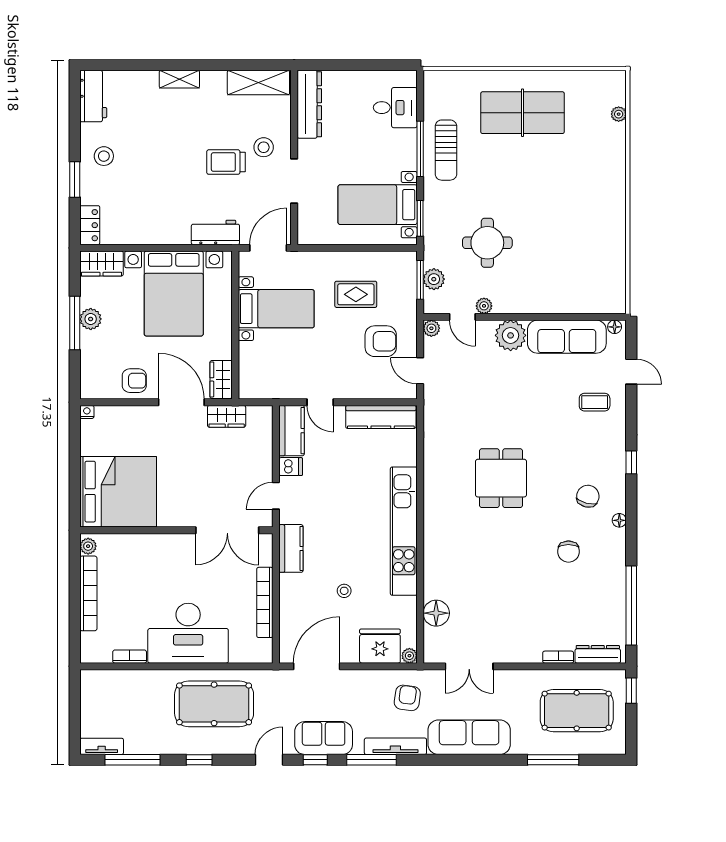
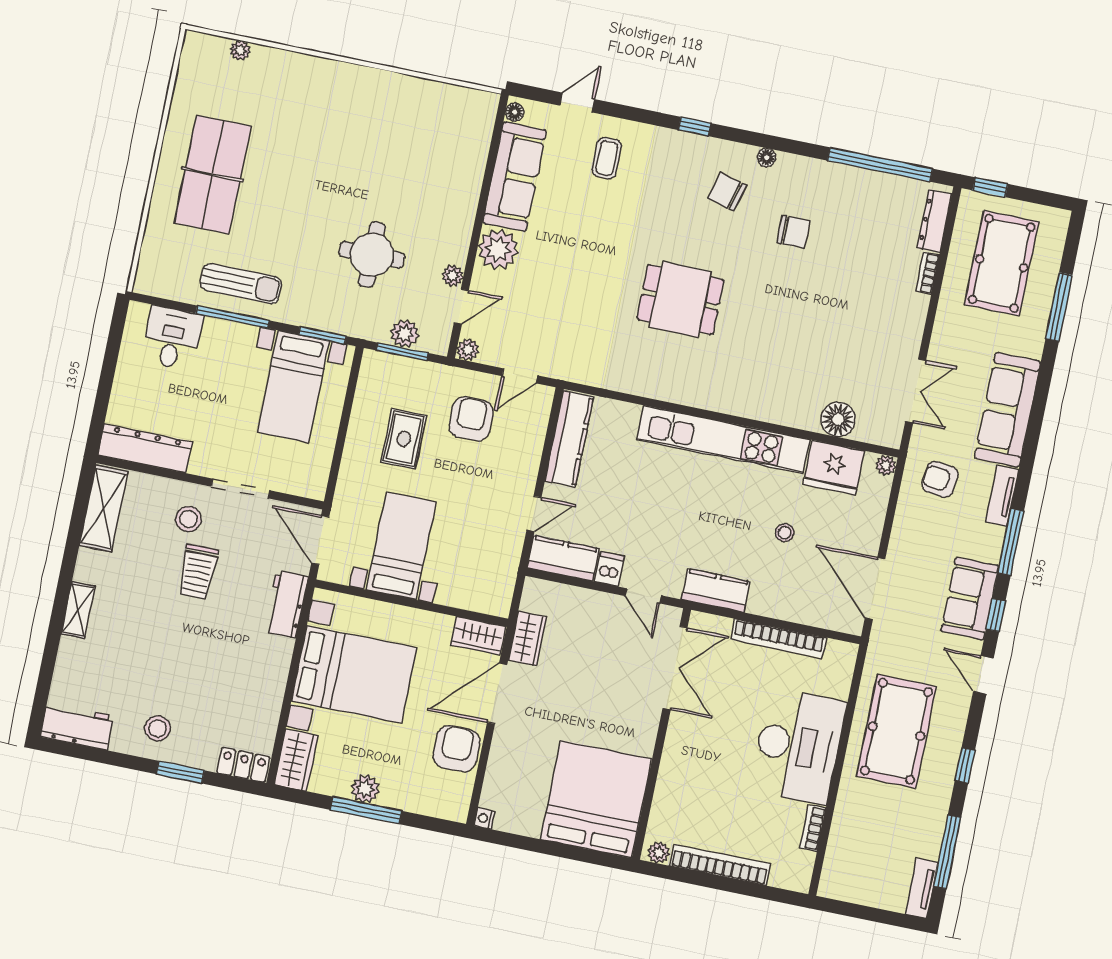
armchair: (134, 381) -> (457, 749), width x1.38, depth x1.38
fridge: (380, 646) -> (834, 468), moved, turned -90
tv unit: (395, 746) -> (1002, 496), width x0.71

